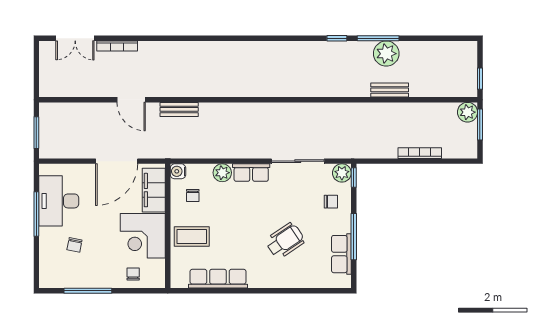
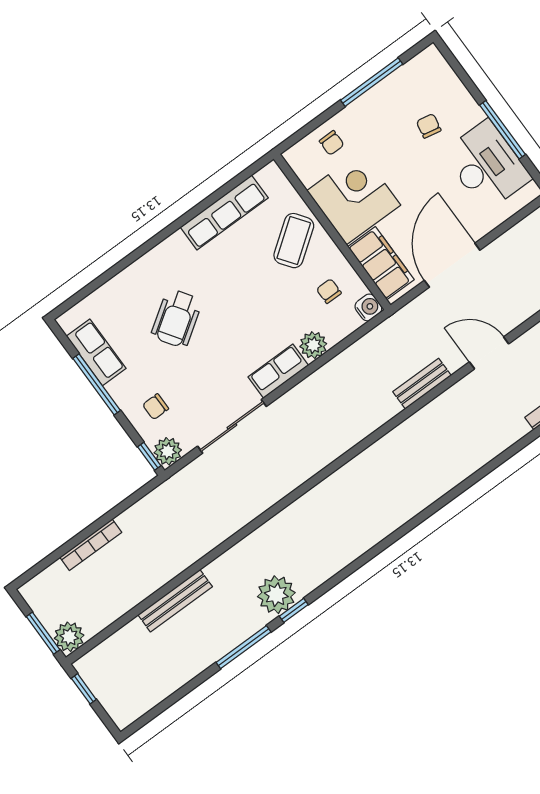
plant: (386, 54) -> (276, 595), moved
bench: (390, 90) -> (175, 601), width x1.36
coffee table: (192, 236) -> (294, 241), turned -36

